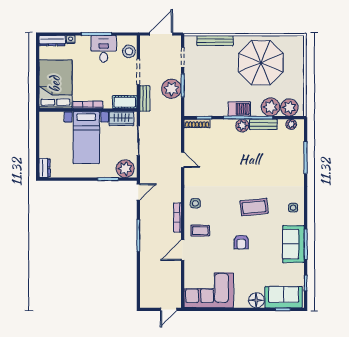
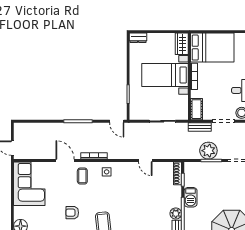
barbecue: (239, 109) -> (191, 197), moved
wardrobe: (121, 119) -> (182, 44), moved
door: (183, 160) -> (145, 161), hinge flipped
plant: (125, 169) -> (137, 109), removed

